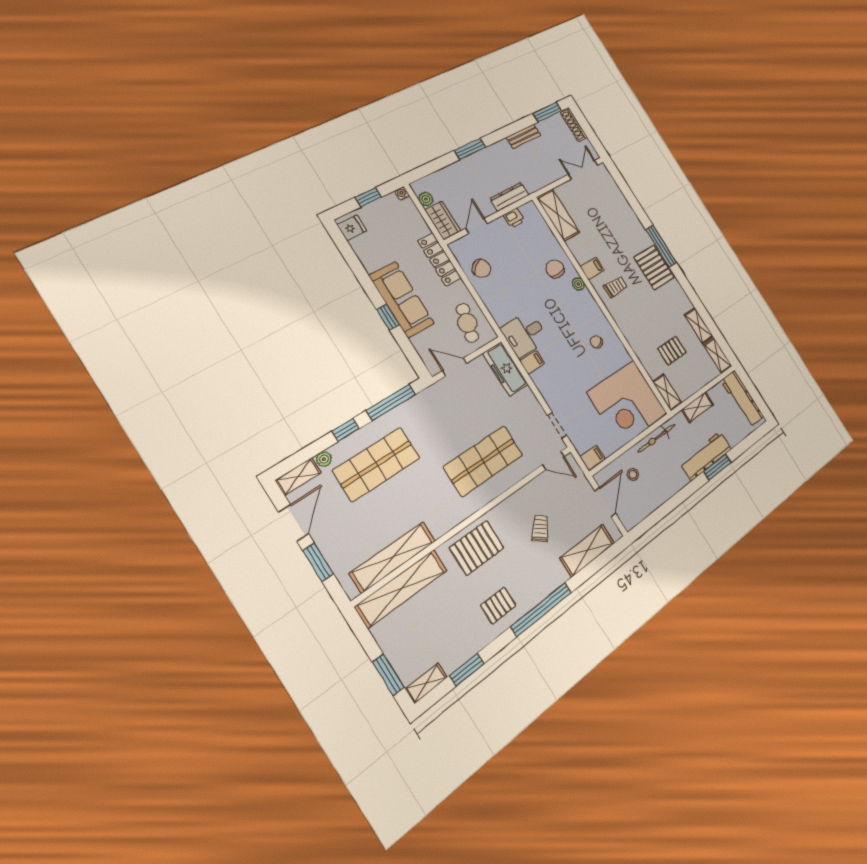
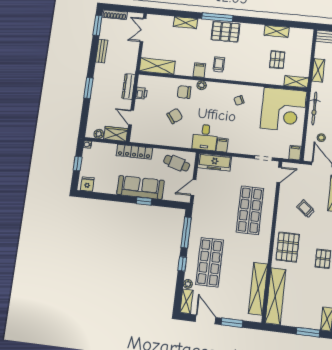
chair: (481, 268) -> (175, 116), moved
shelving: (718, 355) -> (185, 23), moved

